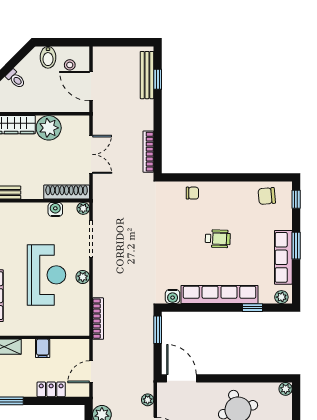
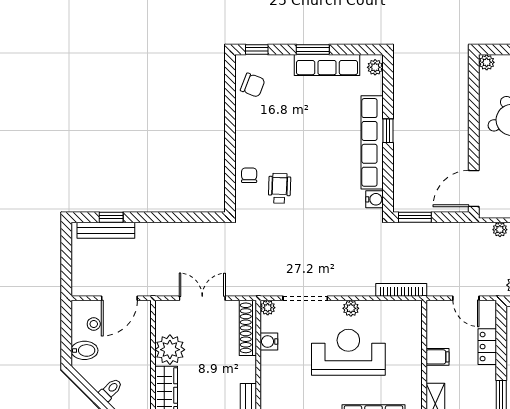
bookcase: (148, 152) -> (199, 229), removed
chair: (267, 196) -> (253, 85), turned -64
wheelchair: (218, 239) -> (280, 188), moved
window: (252, 308) -> (388, 131), moved

